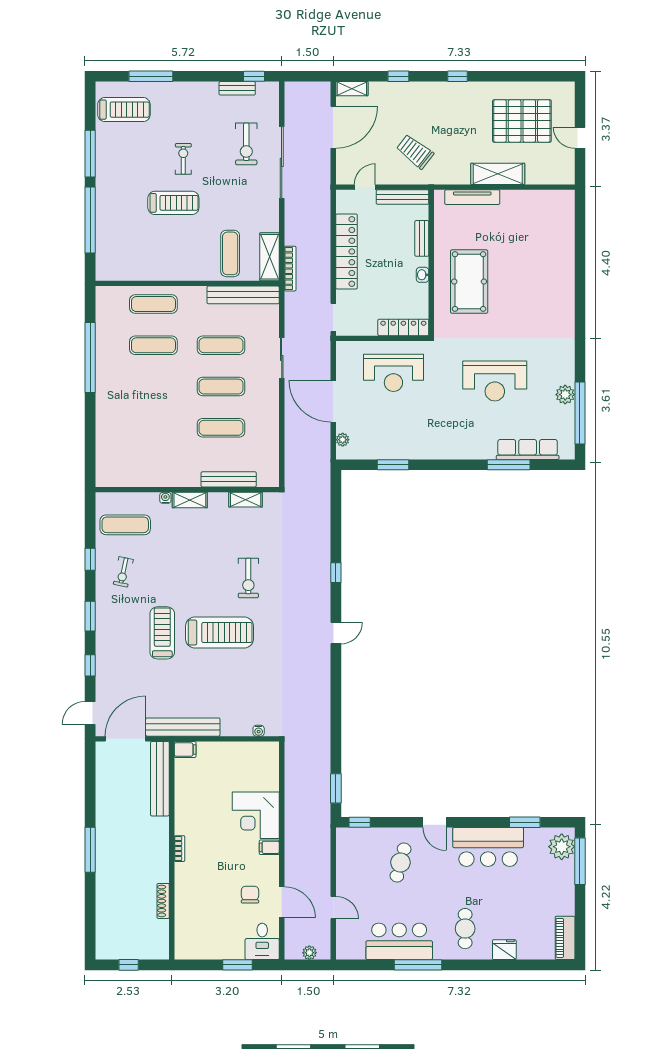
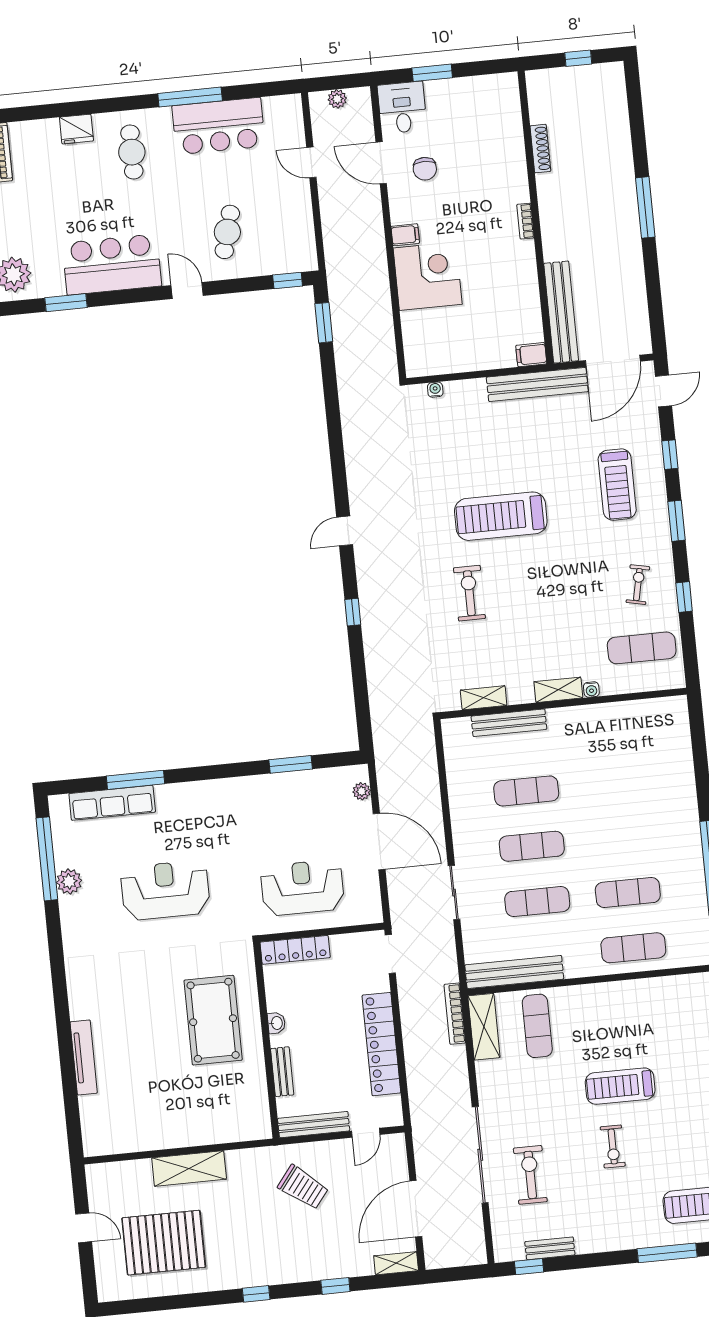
tv unit: (472, 197) -> (84, 1057), moved, turned 90
treadmill: (162, 633) -> (617, 485), moved

